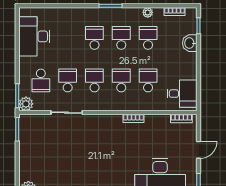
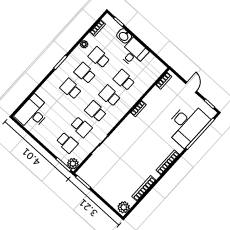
desk: (34, 36) -> (33, 113), moved, turned 90
school desk: (68, 80) -> (81, 127), turned 180
desk: (182, 94) -> (134, 53), moved

